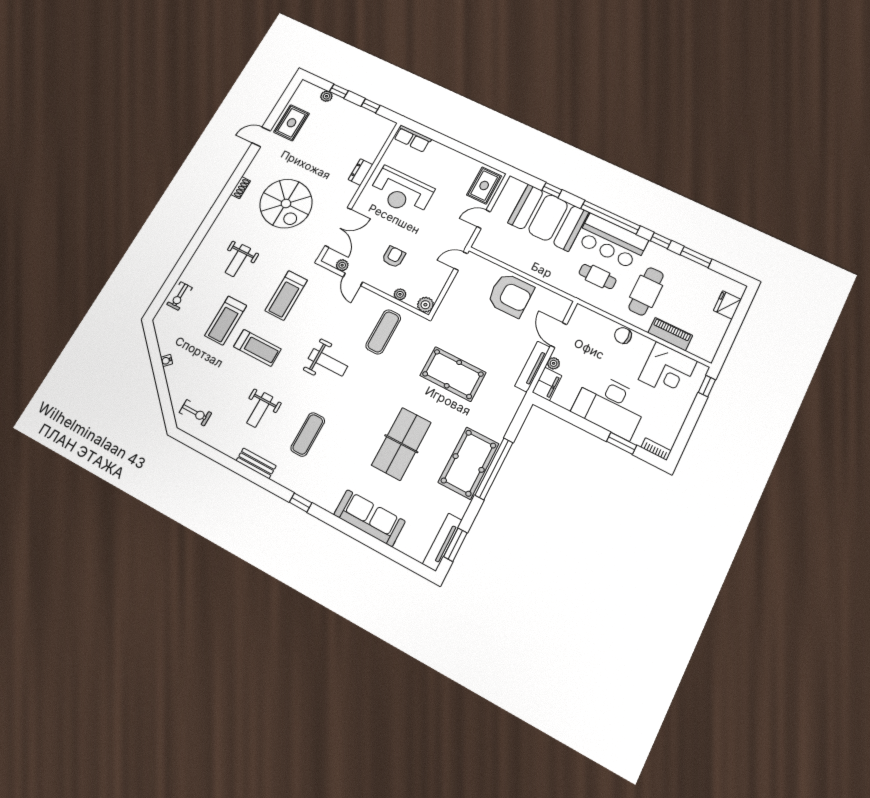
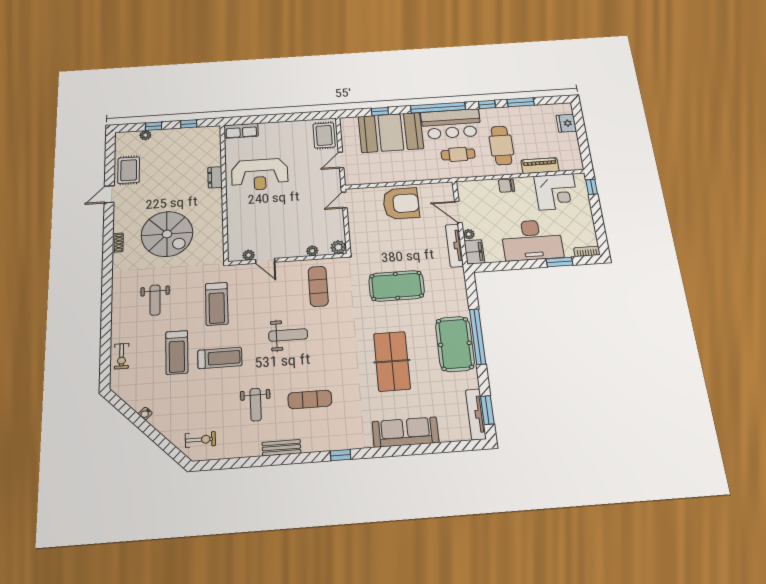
double door: (338, 227) -> (225, 229), removed
armchair: (394, 257) -> (287, 226), removed
exercise mat: (308, 434) -> (310, 399), turned 90

